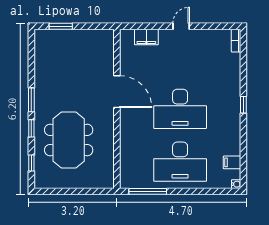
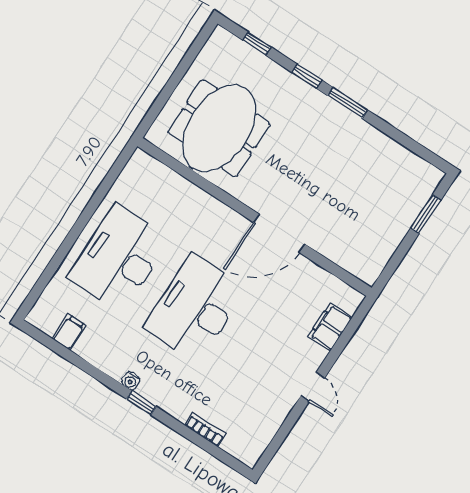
bookcase: (236, 41) -> (205, 429), moved
meeting table: (69, 140) -> (219, 128), moved, turned 90
water cooler: (236, 184) -> (131, 381), moved
window: (148, 191) -> (107, 184), removed

